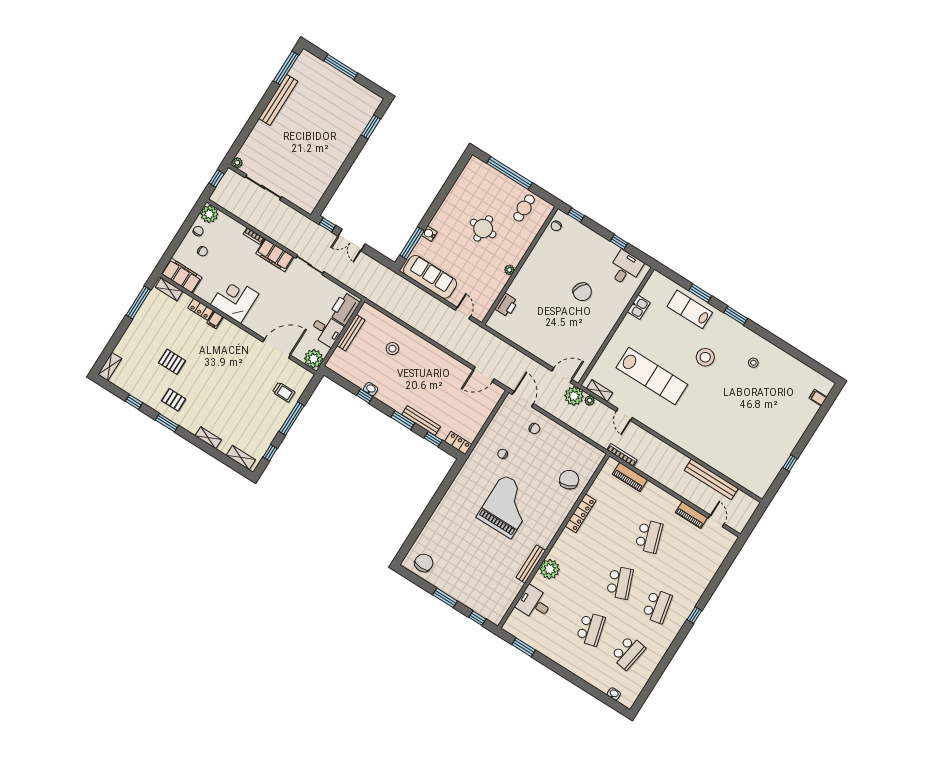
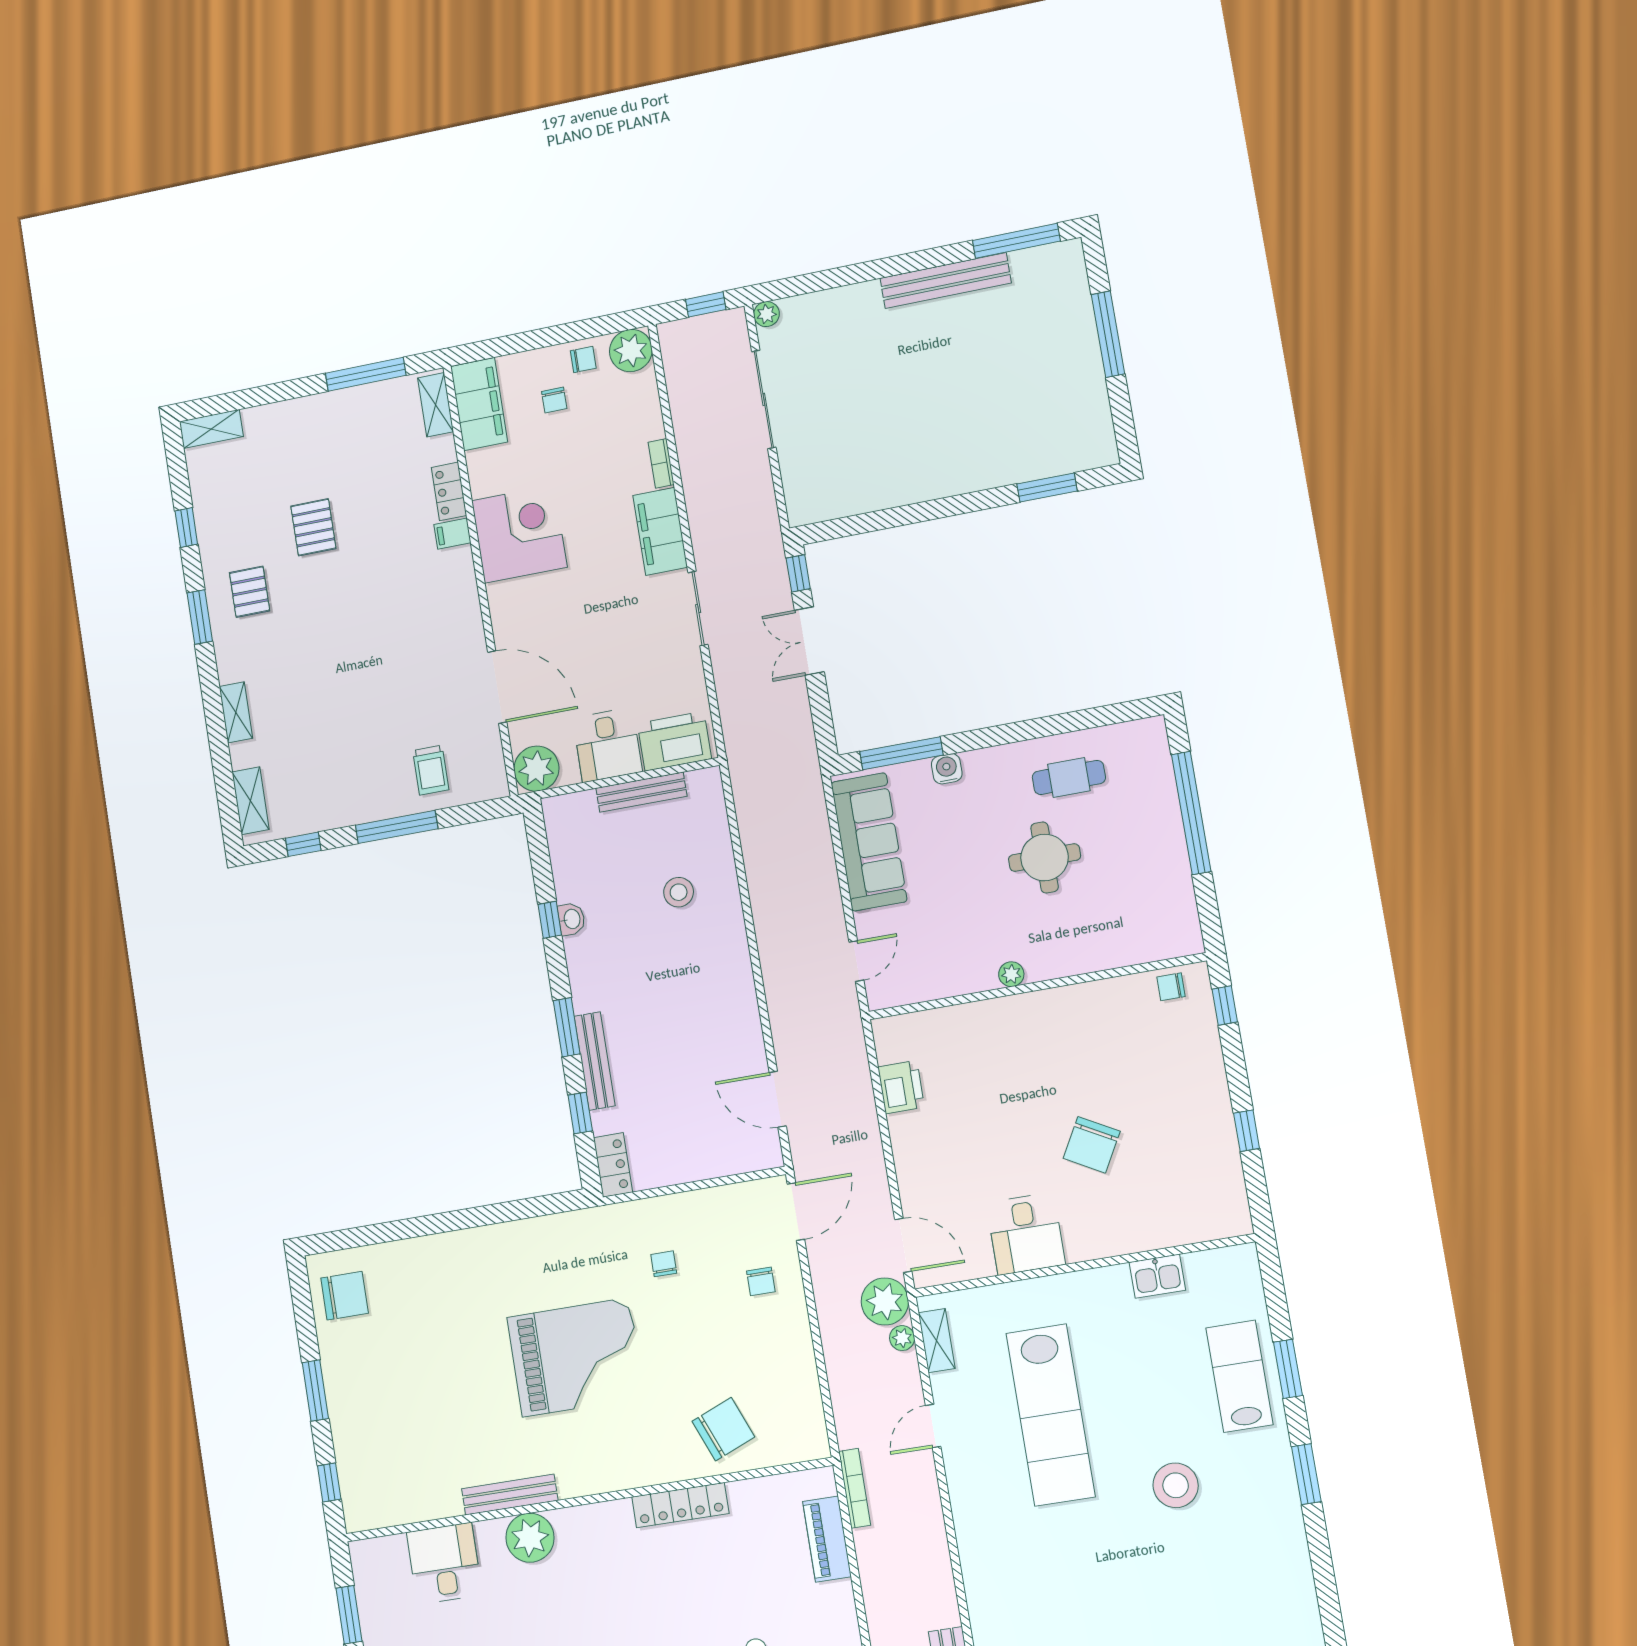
cafe table: (524, 208) -> (1069, 777), moved
desk: (625, 268) -> (1026, 1234), moved, turned 90
printer: (506, 305) -> (901, 1087), moved, turned -90
stool: (753, 363) -> (1247, 1587), removed

